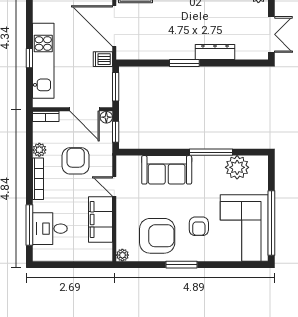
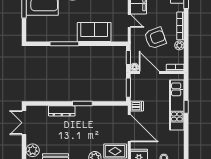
armchair: (76, 161) -> (155, 38), turned -110
plant: (237, 167) -> (47, 34), removed

